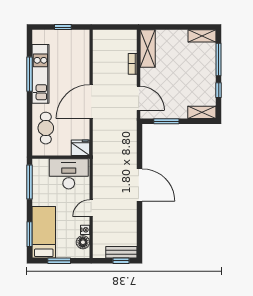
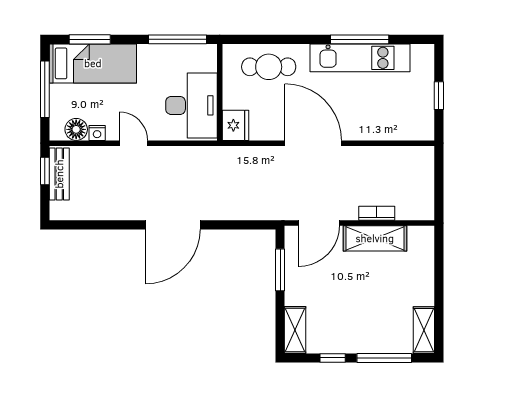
shelving: (148, 48) -> (375, 238), moved
bench: (121, 252) -> (59, 174), moved
window: (59, 261) -> (45, 89), width x1.44
window: (121, 261) -> (45, 171), moved

